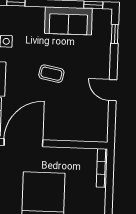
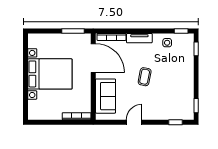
sofa: (68, 21) -> (105, 96), moved, turned 180

